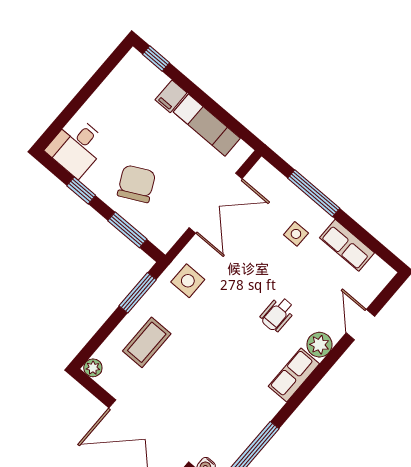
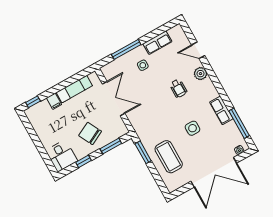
side table: (188, 281) -> (193, 128), moved
coffee table: (147, 342) -> (169, 157), width x1.36, depth x1.32
plant: (93, 368) -> (171, 187), removed
row of seats: (294, 375) -> (221, 110), moved

